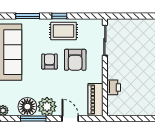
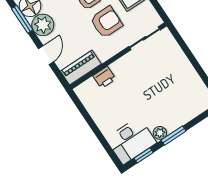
armchair: (75, 60) -> (106, 22), turned 180

